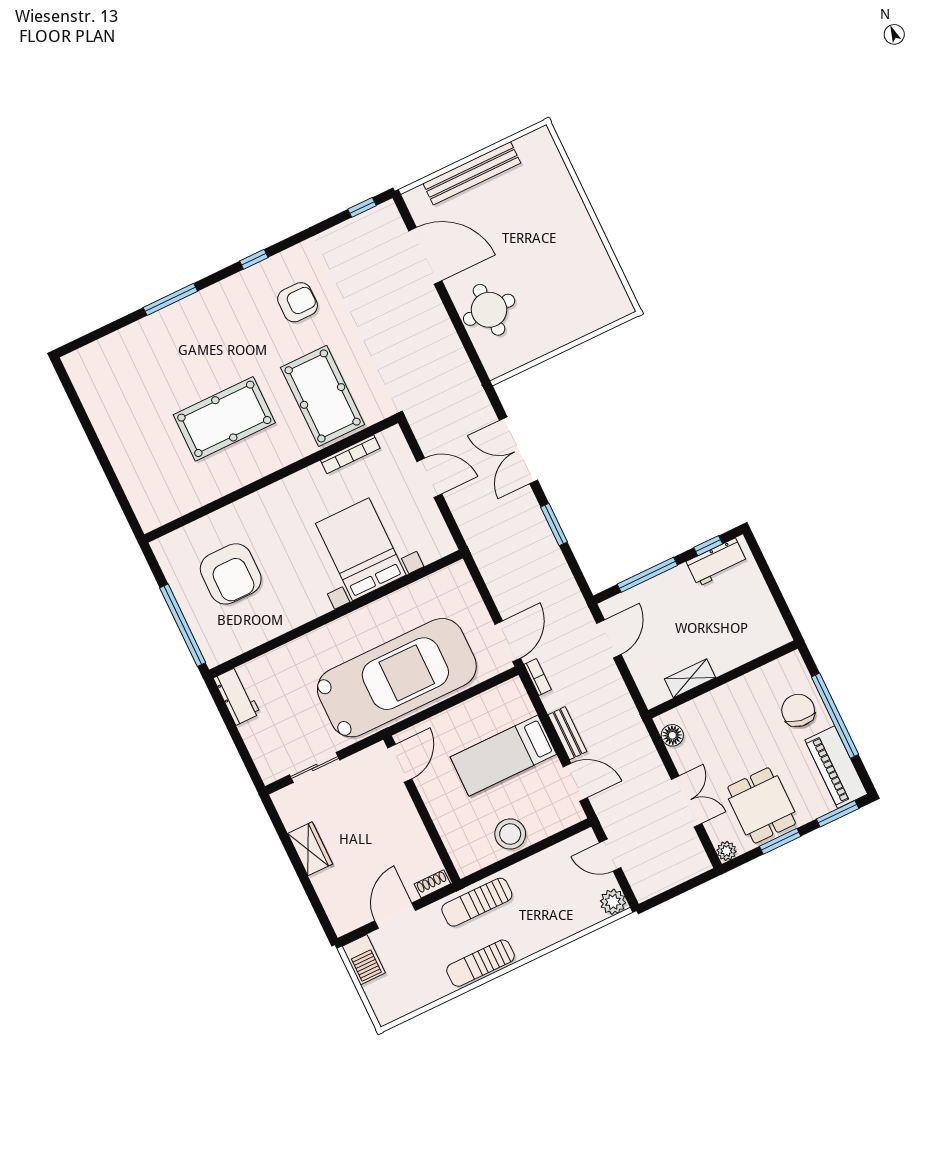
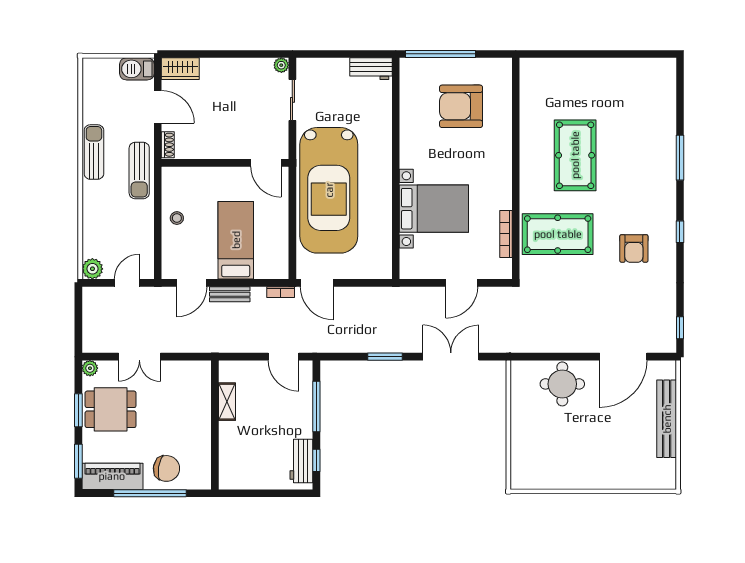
floor lamp: (672, 735) -> (192, 369), removed
plant: (281, 799) -> (281, 65), added
stool: (510, 834) -> (177, 218), width x0.53, depth x0.53
wardrobe: (310, 849) -> (180, 69), moved
sun lounger: (477, 902) -> (139, 170), turned 180

